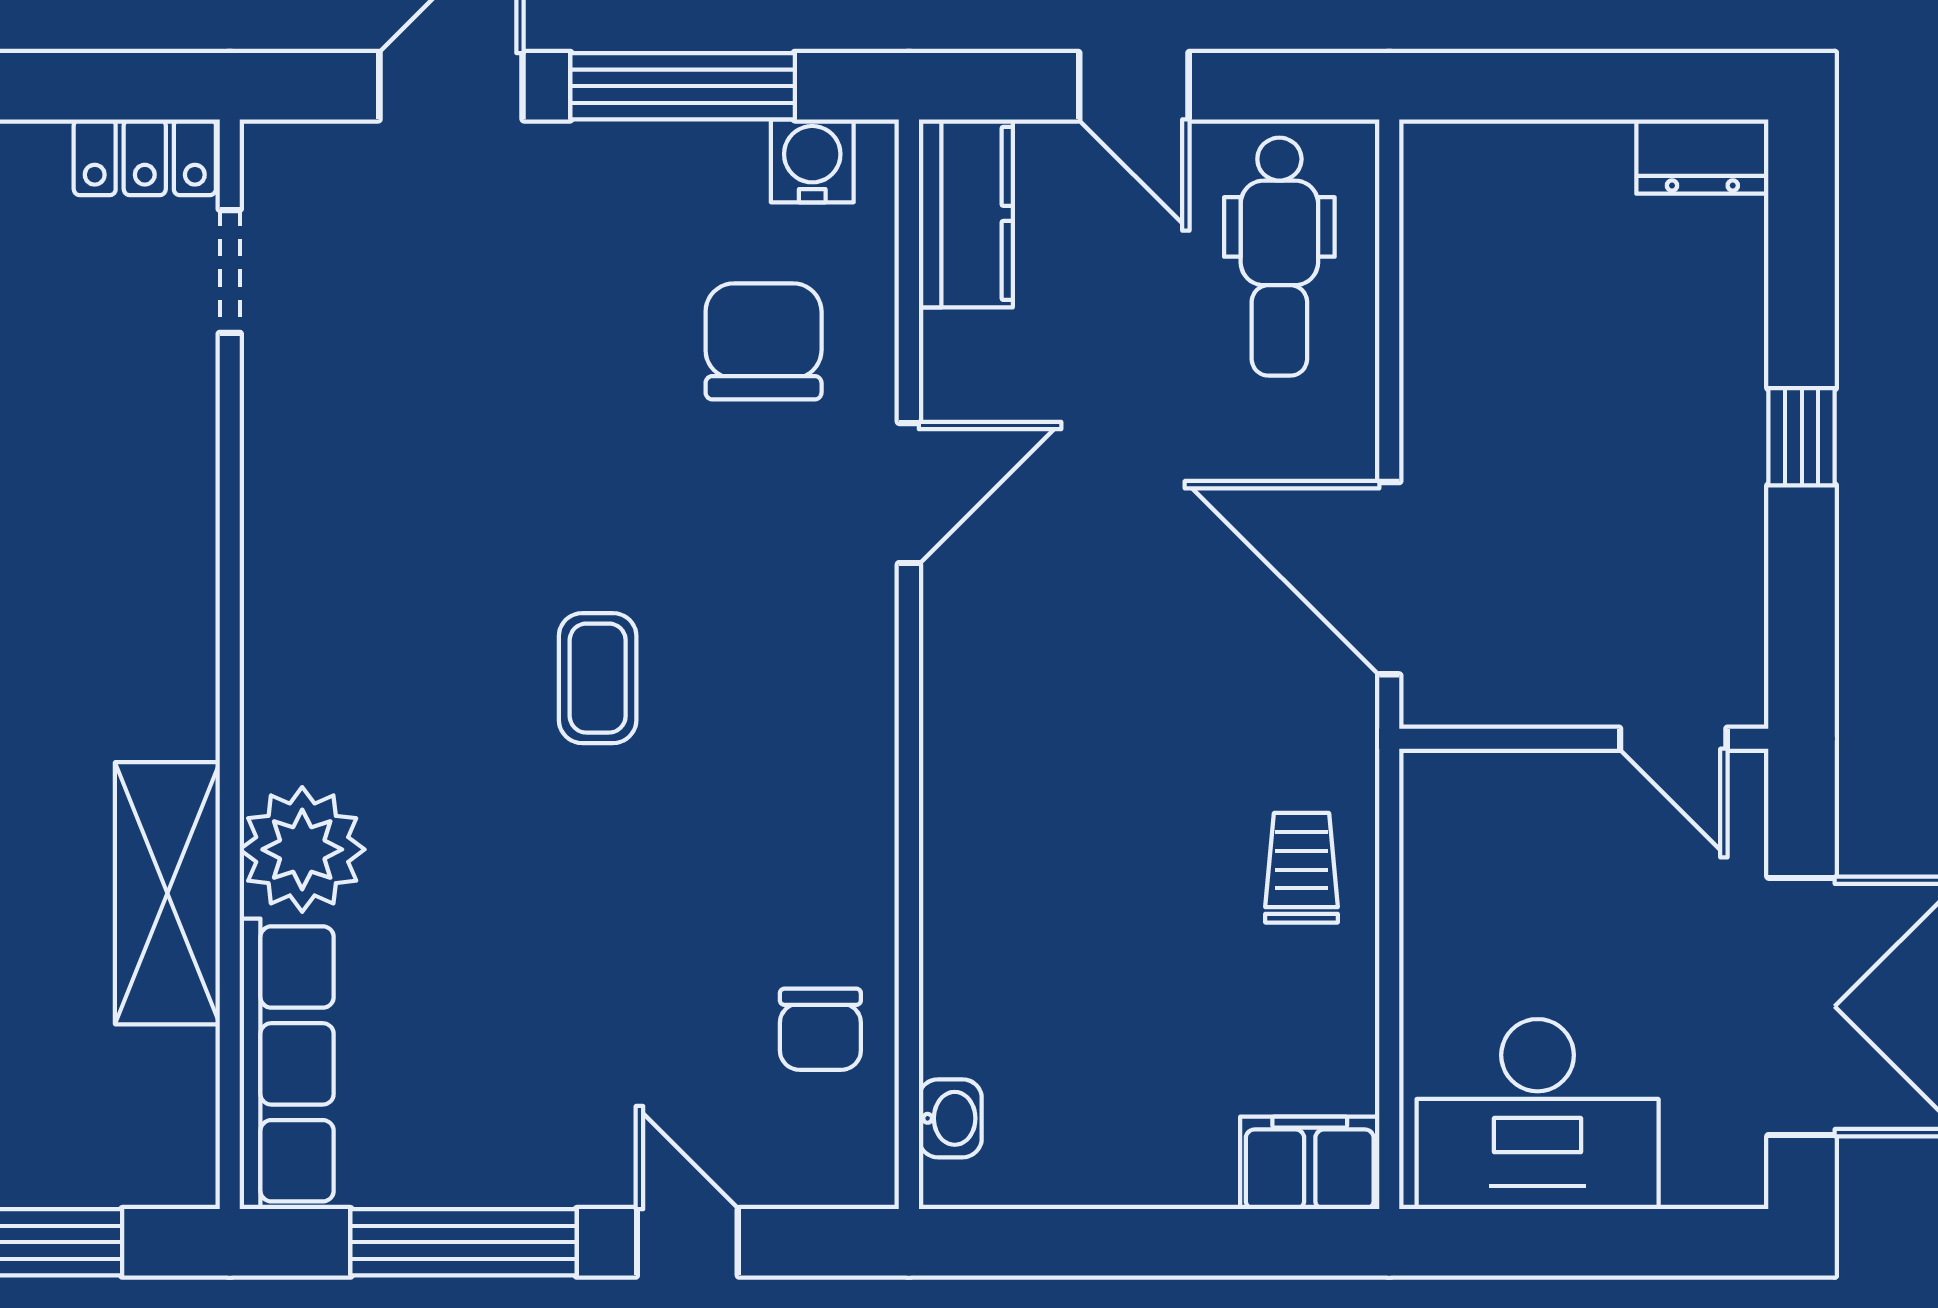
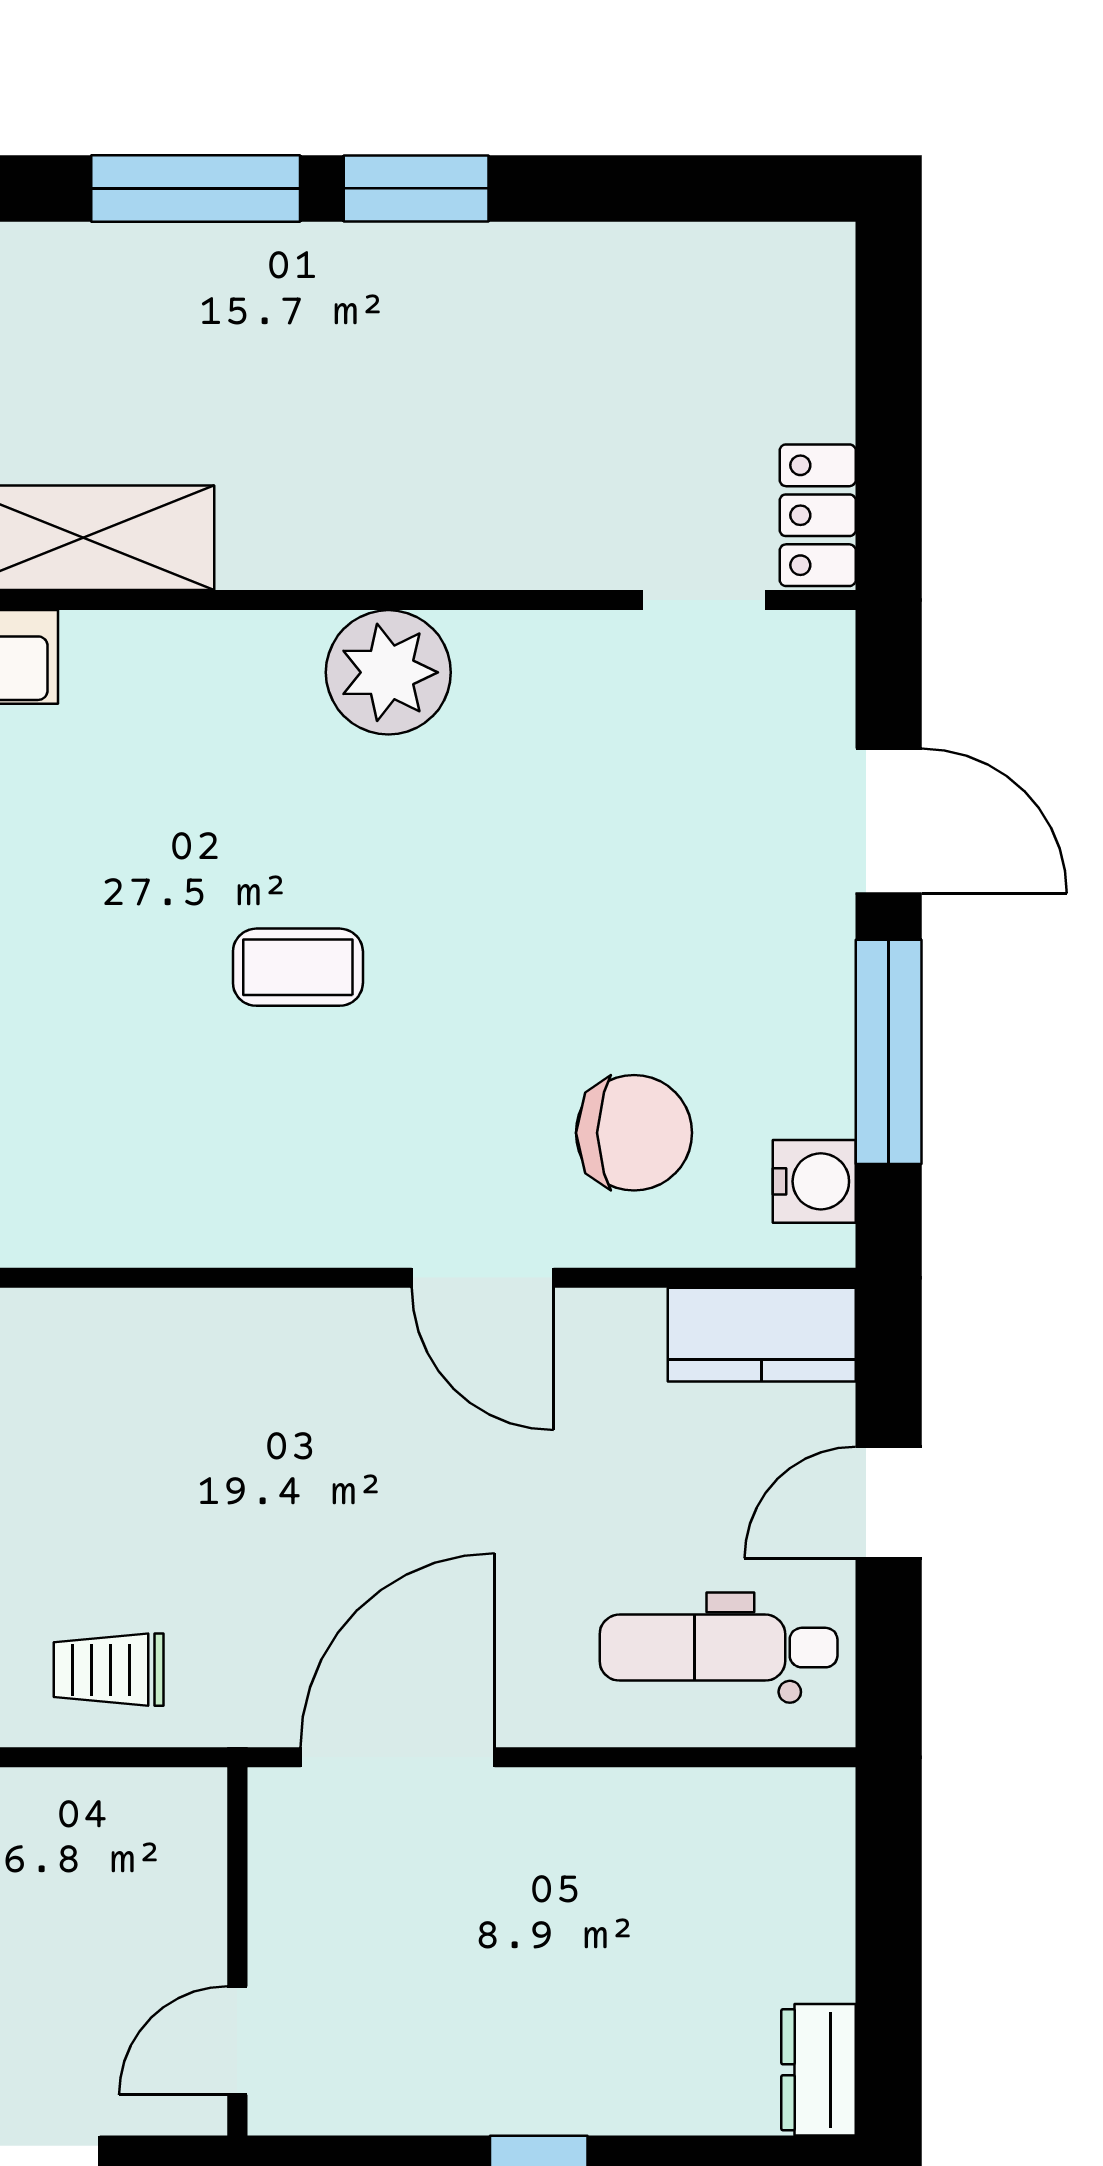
plant: (302, 849) -> (388, 672), moved
trolley: (1301, 868) -> (109, 1670), turned 180

